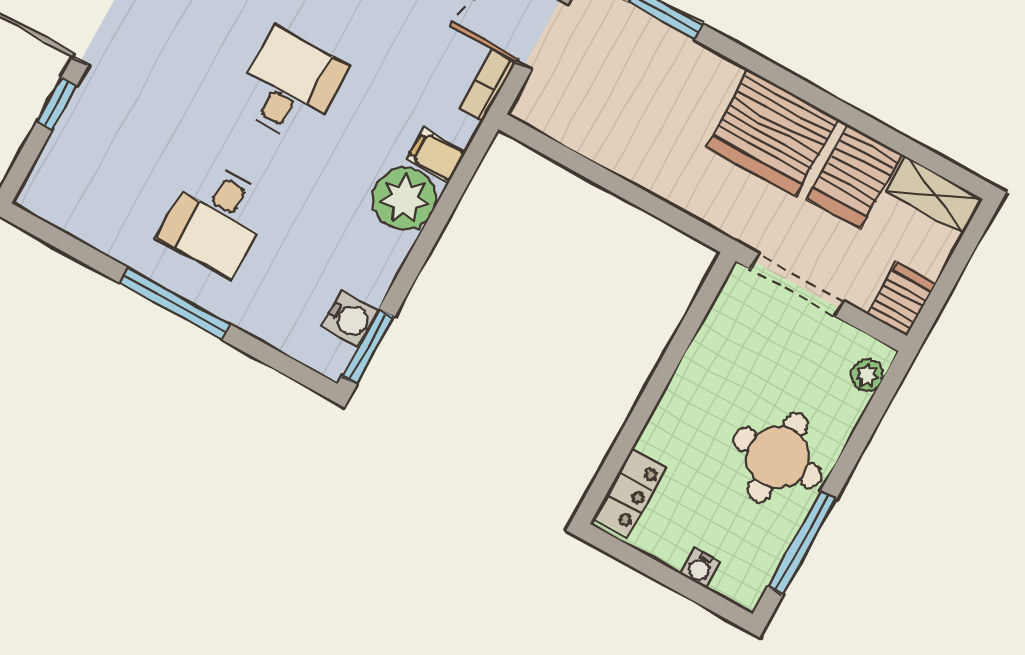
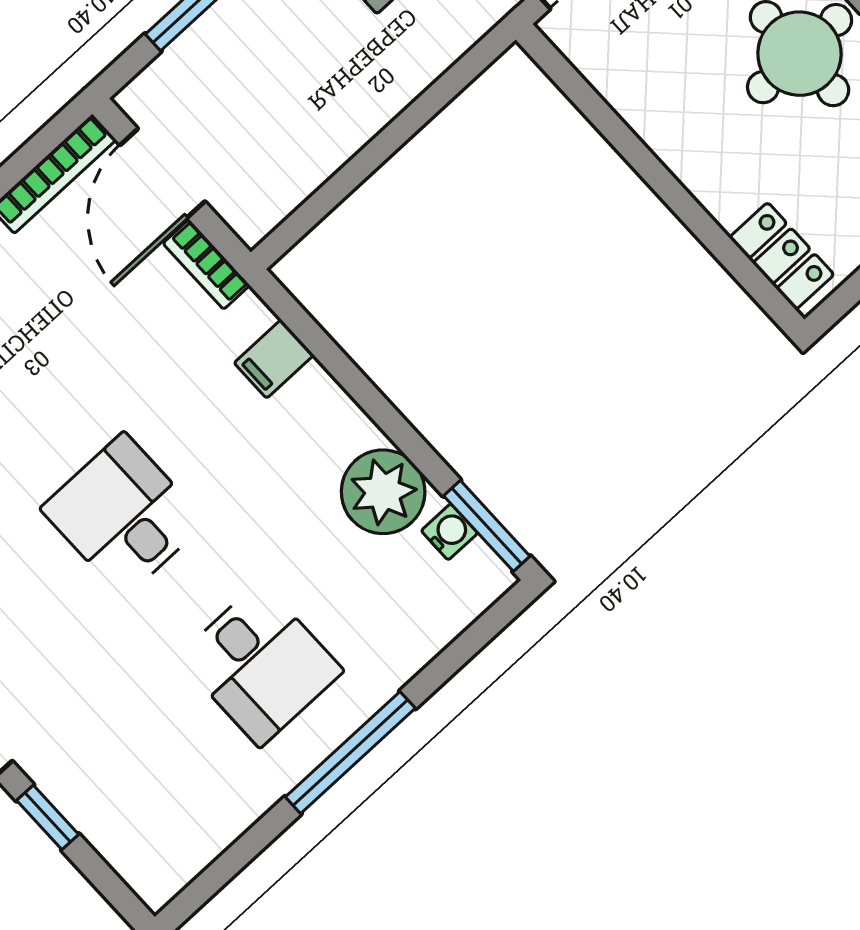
plant: (404, 199) -> (383, 492), moved
water cooler: (350, 319) -> (449, 532), width x0.72, depth x0.72

